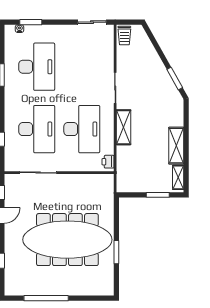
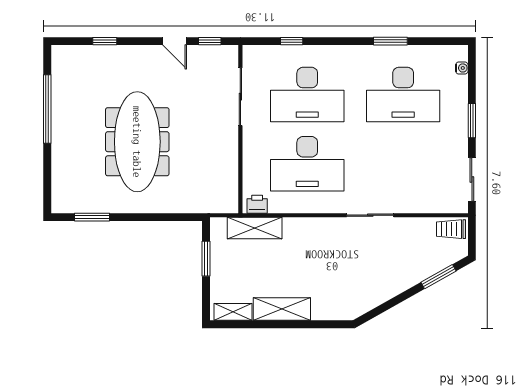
window: (31, 22) -> (472, 121), moved
window: (175, 79) -> (438, 277), moved
shelving: (124, 127) -> (255, 228), moved
window: (158, 195) -> (206, 259), moved
meeting table: (67, 240) -> (137, 142), width x0.73, depth x0.79
window: (116, 252) -> (92, 217), moved

